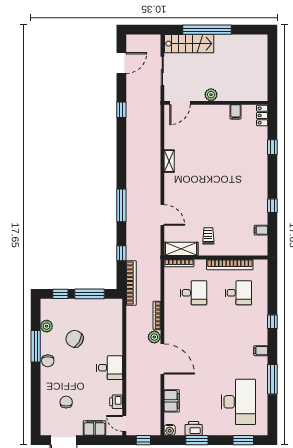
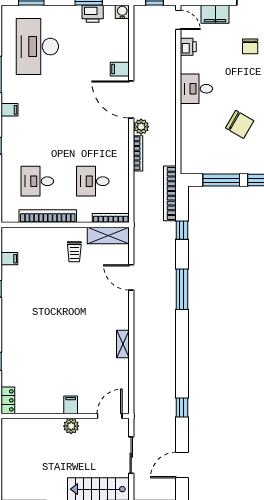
filing cabinet: (236, 112) -> (71, 405), moved
filing cabinet: (172, 401) -> (120, 69), moved, width x0.50

